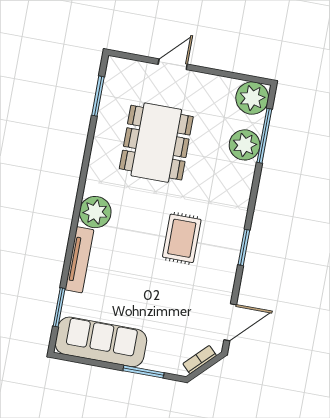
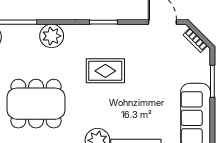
plant: (245, 145) -> (52, 36), moved

